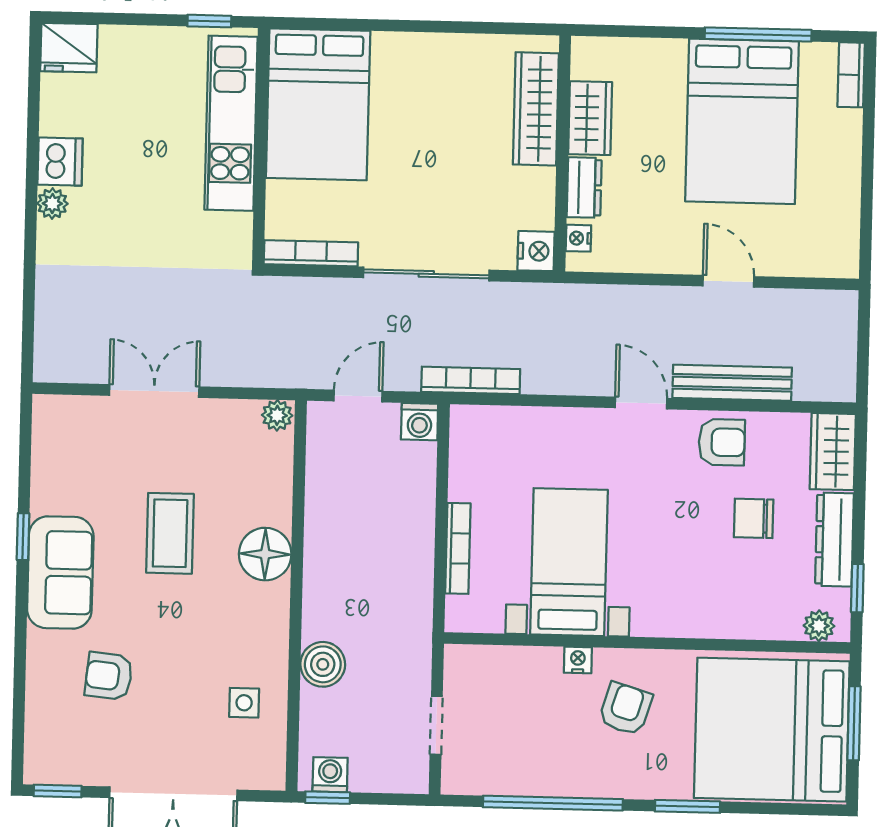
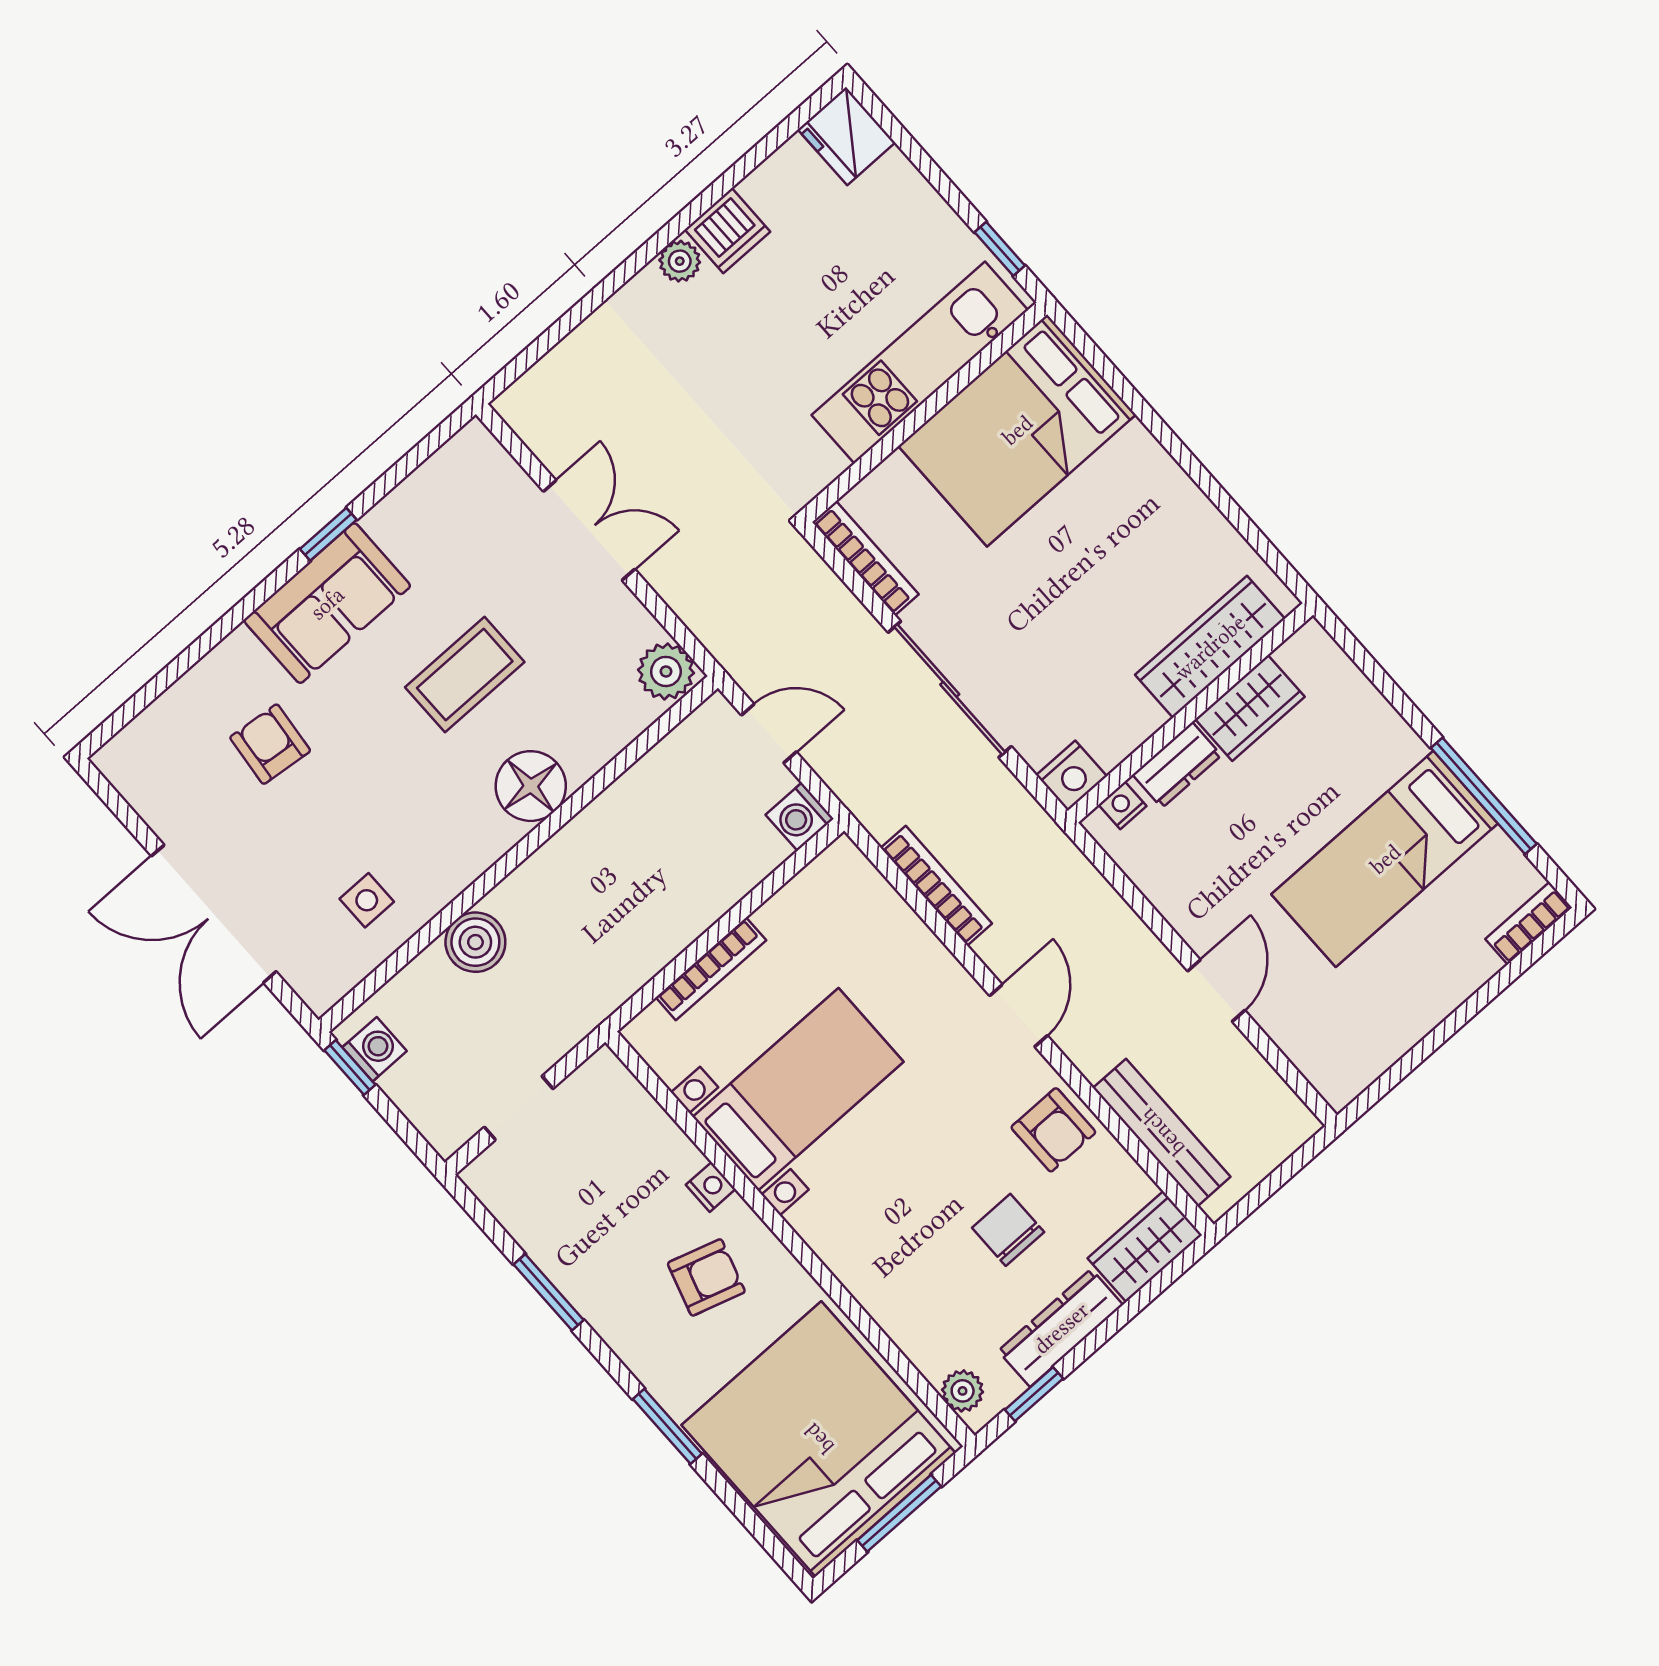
bed: (742, 121) -> (1385, 859), width x0.67
bookcase: (471, 380) -> (936, 886), moved
bench: (732, 383) -> (1162, 1132), moved
plant: (277, 415) -> (666, 671), width x1.38, depth x1.38
window: (58, 791) -> (112, 798), removed
window: (553, 803) -> (549, 1292), width x0.47

